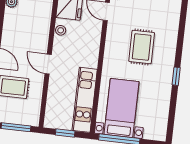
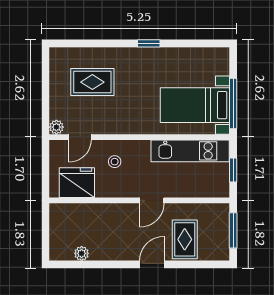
stool: (61, 30) -> (115, 162), moved
rug: (142, 47) -> (92, 82), moved

